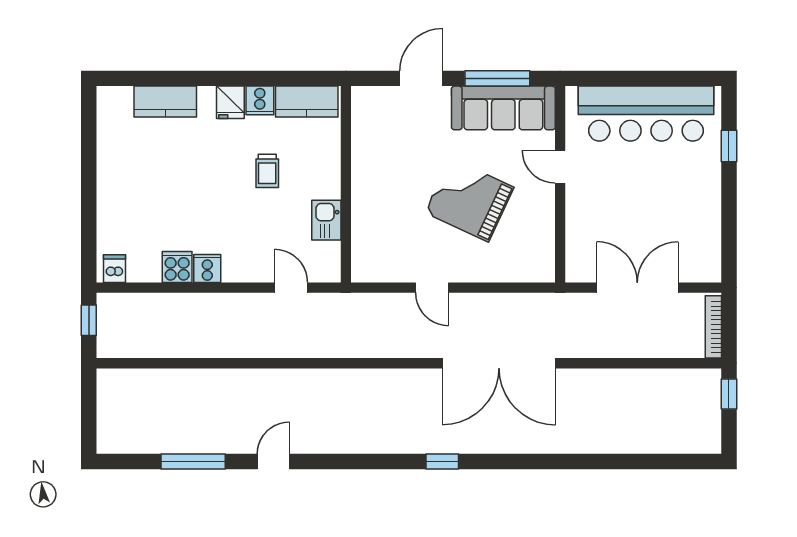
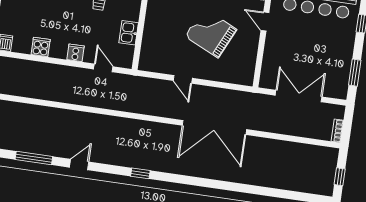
window: (729, 233) -> (355, 73), added
cooker: (207, 268) -> (75, 53), moved
bookcase: (713, 327) -> (337, 131), width x0.64
window: (729, 394) -> (340, 177), moved
window: (442, 462) -> (140, 173), moved

